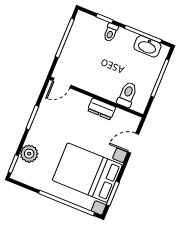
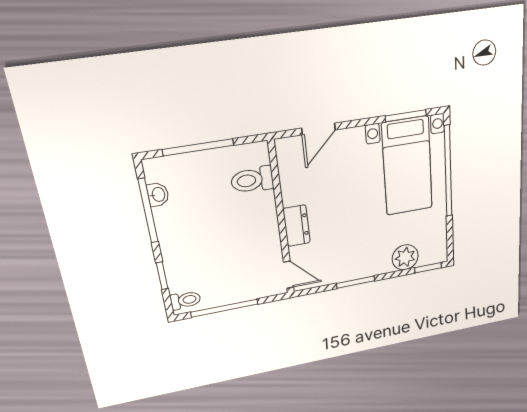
toilet: (111, 32) -> (186, 300), moved
washbasin: (147, 46) -> (158, 195), width x0.52, depth x0.69
dresser: (102, 109) -> (297, 226), moved
door: (133, 143) -> (318, 129), hinge flipped
bed with nightstands: (87, 173) -> (407, 166), width x0.73

